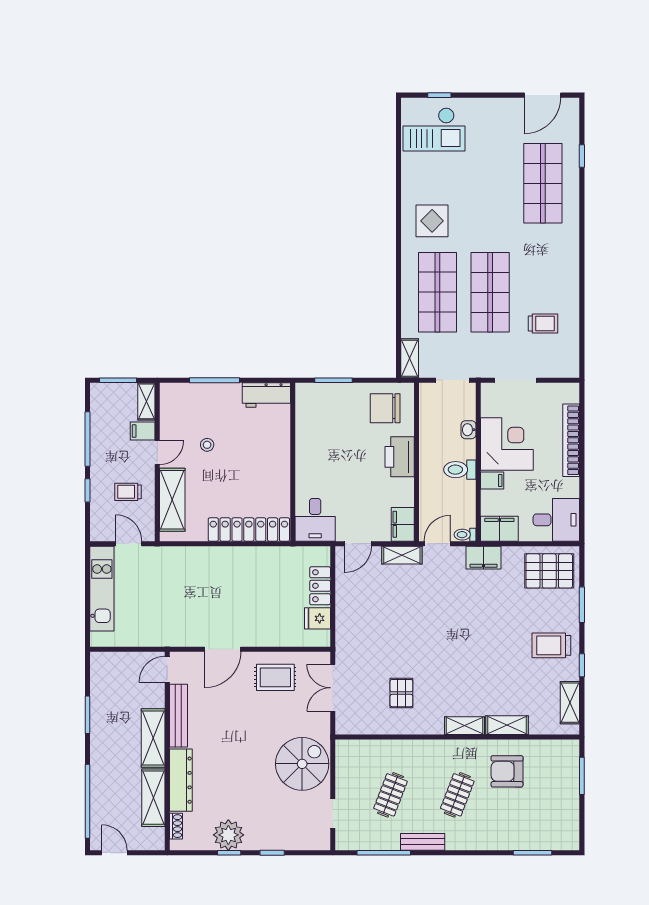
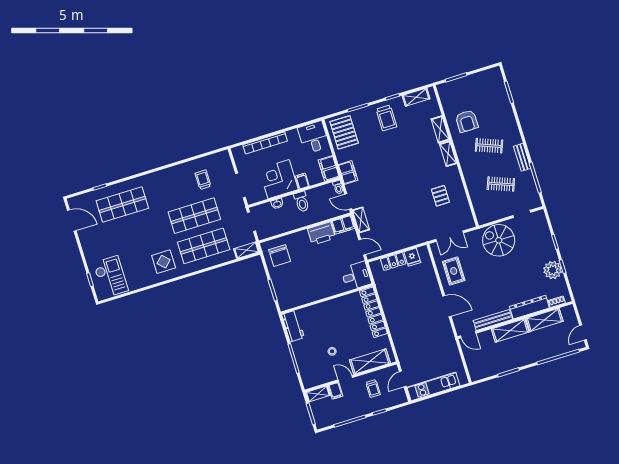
printer: (400, 457) -> (321, 234), moved
pallet: (401, 693) -> (440, 196), turned 90

